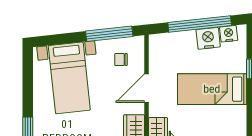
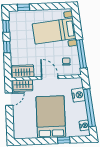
nightstand: (208, 38) -> (78, 95), moved
bed: (212, 89) -> (51, 117), width x1.50

